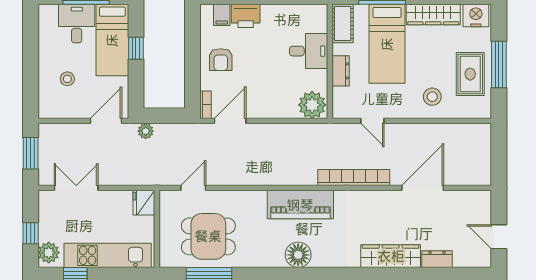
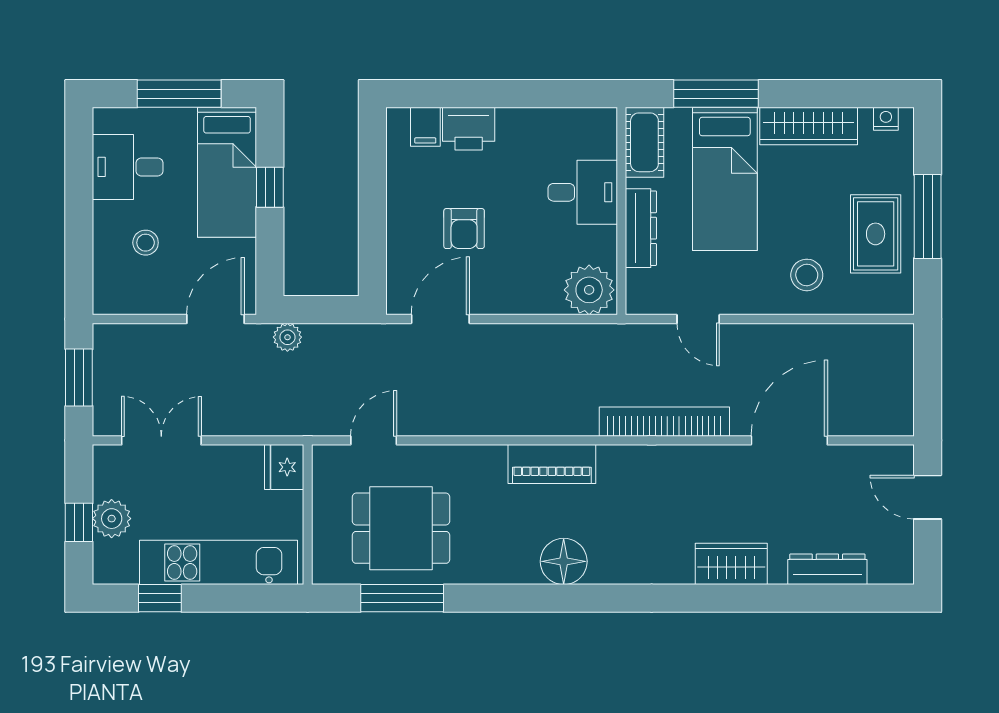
nightstand: (476, 16) -> (886, 119), width x0.53, depth x0.56
desk: (77, 24) -> (128, 167), moved, turned -90
armchair: (221, 60) -> (464, 229), moved
dresser: (341, 71) -> (641, 228), width x1.44
bookcase: (206, 105) -> (396, 290), removed
piano: (300, 205) -> (552, 464), width x0.73, depth x0.75
door: (499, 237) -> (928, 497), moved
plant: (49, 253) -> (112, 519), moved
wardrobe: (391, 256) -> (731, 564), width x0.67
dresser: (437, 259) -> (827, 569), width x1.44

